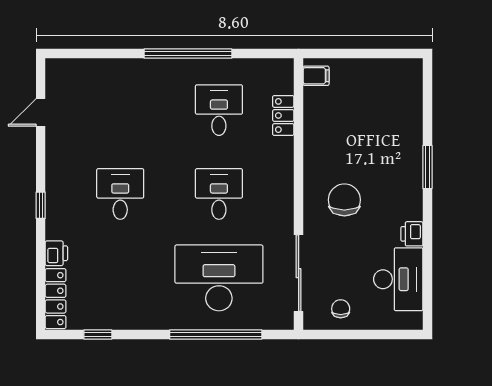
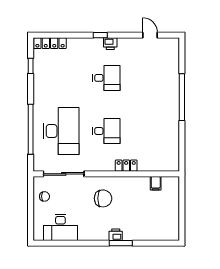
window: (188, 54) -> (182, 97), moved
filing cabinet: (316, 76) -> (156, 183), moved
desk: (219, 110) -> (151, 131), removed
locker: (283, 115) -> (126, 166), moved
printer: (412, 234) -> (116, 235), moved
printer: (56, 253) -> (110, 44), moved

